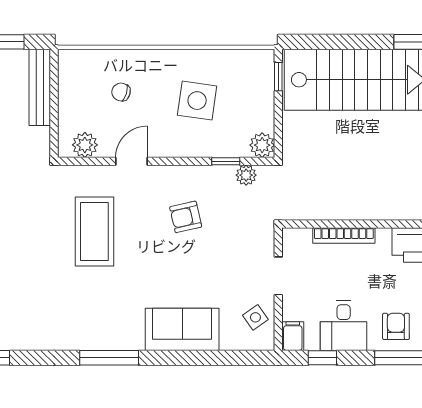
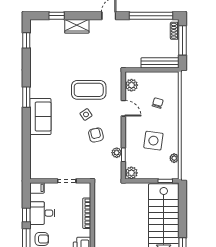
plant: (232, 59) -> (174, 158), added
plant: (246, 175) -> (117, 153), moved
side table: (255, 317) -> (86, 114), moved
sofa: (182, 329) -> (40, 117), moved
window: (109, 358) -> (26, 97), width x0.69
window: (322, 358) -> (26, 215), moved

